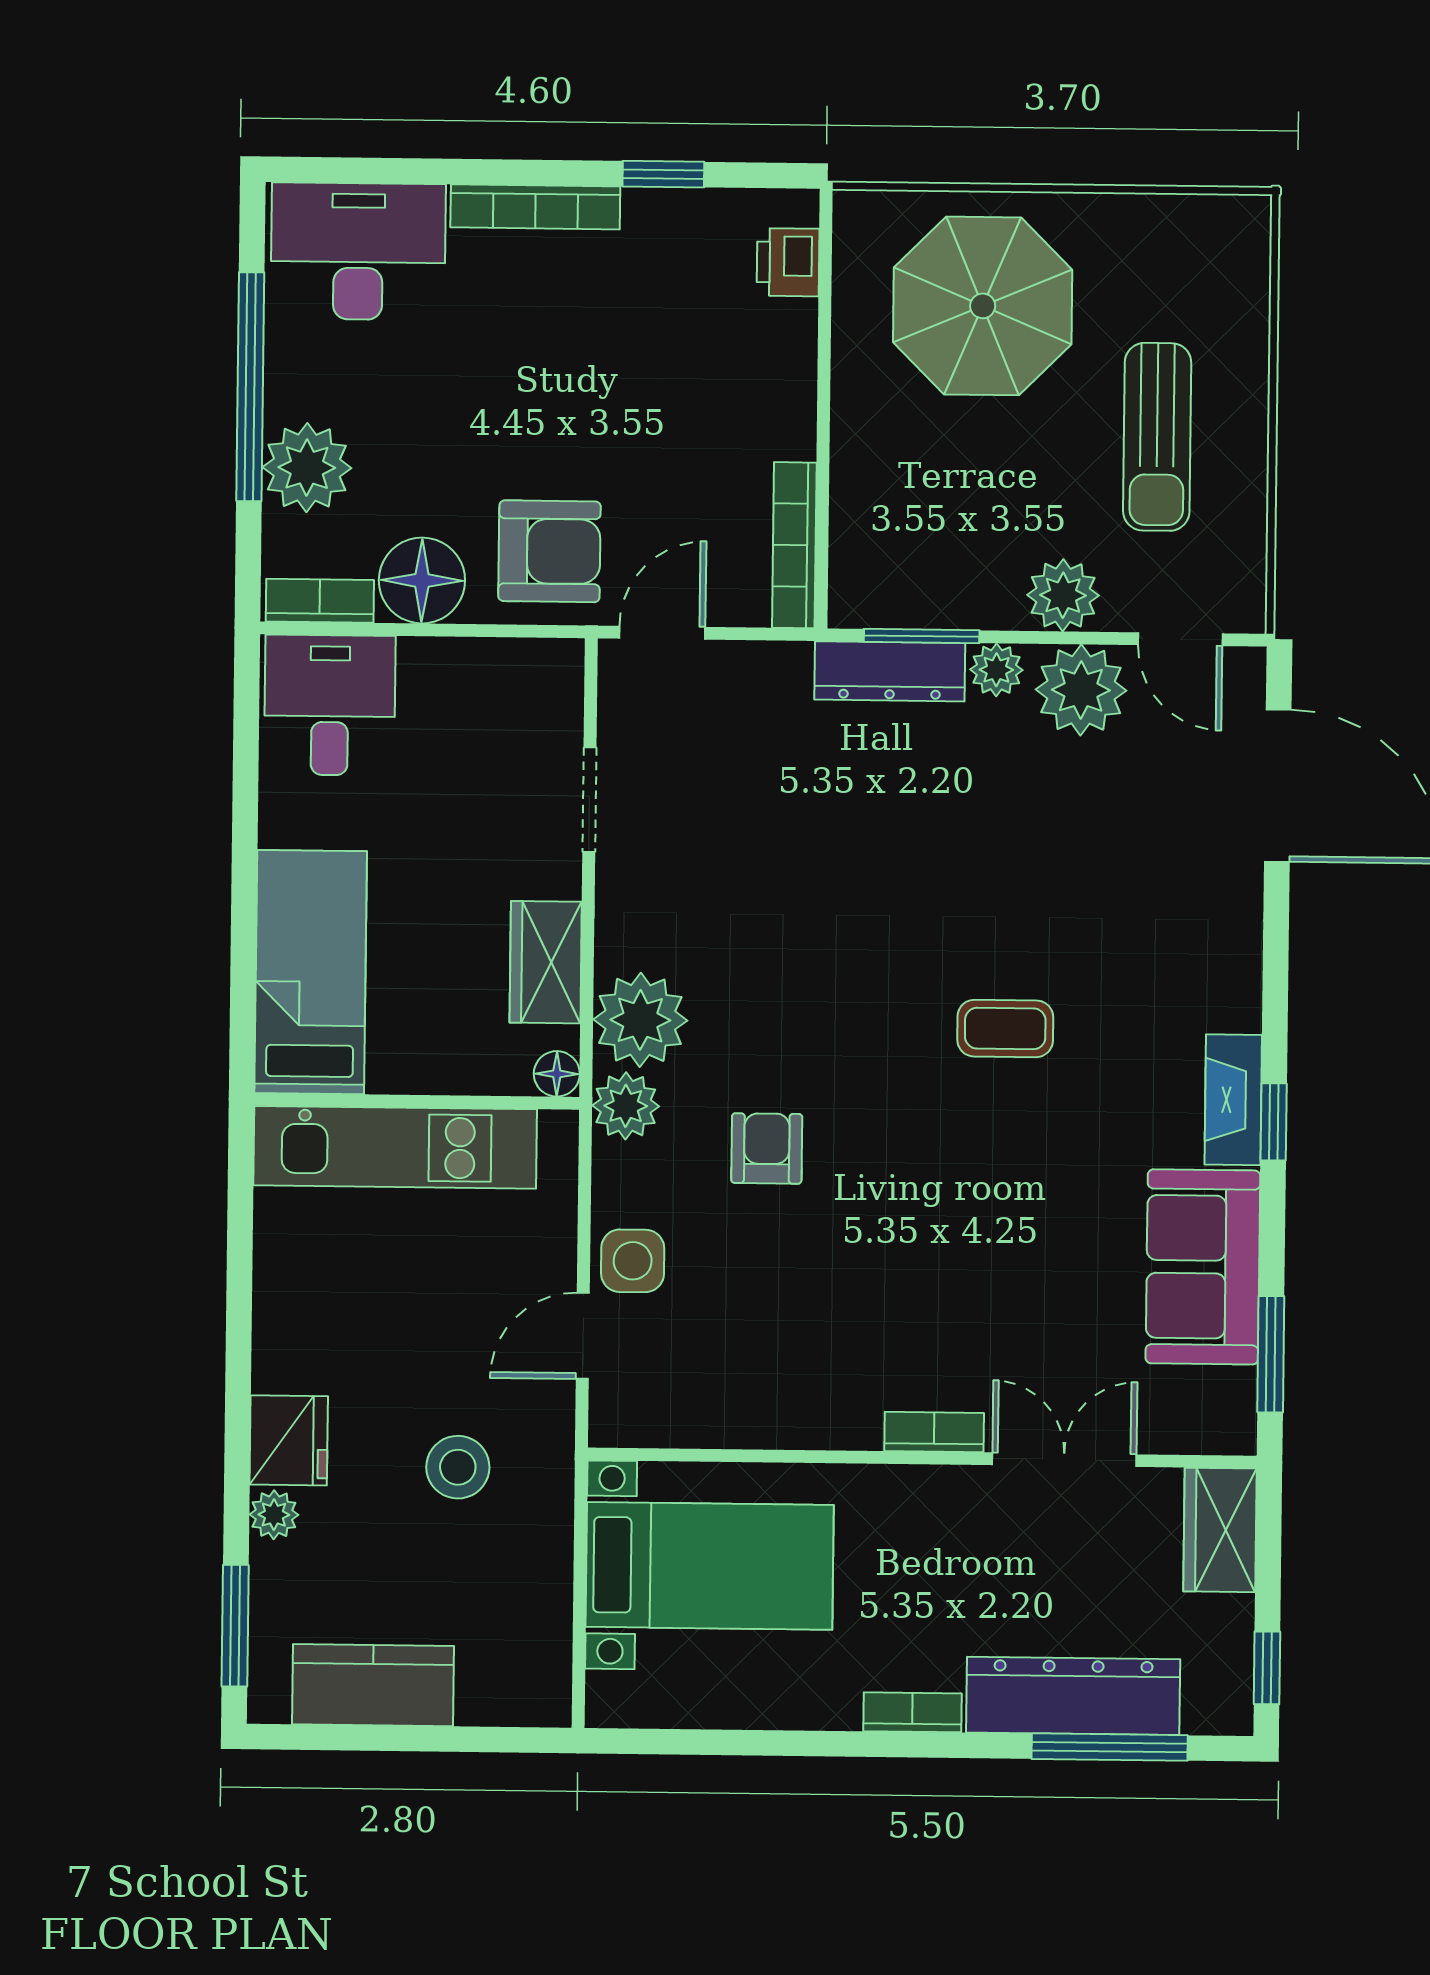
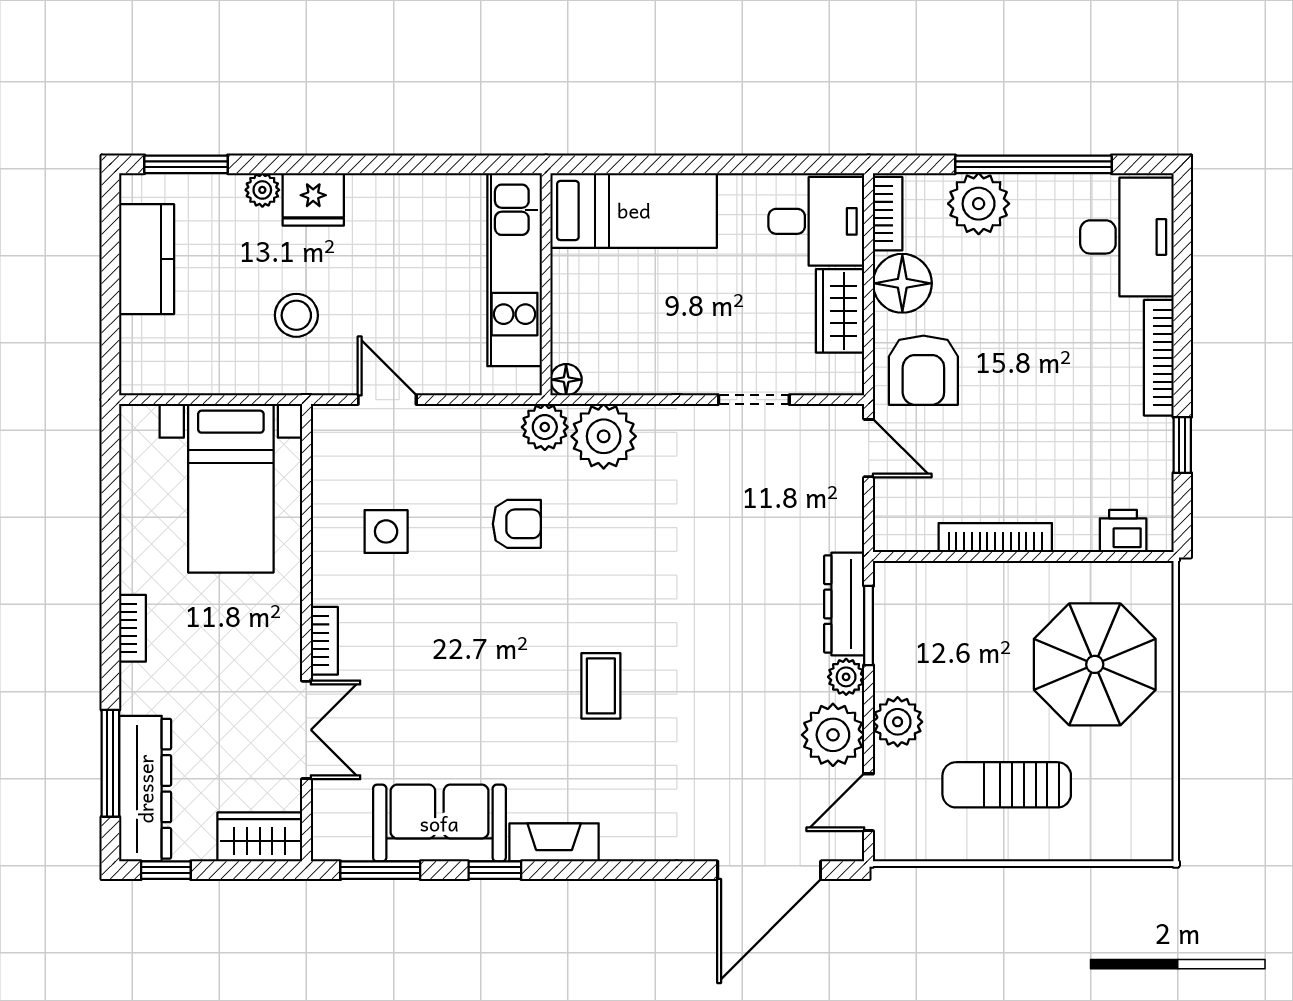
bookcase: (794, 545) -> (995, 538), moved
wardrobe: (546, 962) -> (840, 311), moved, turned -90
window: (1274, 1122) -> (495, 870), moved
side table: (633, 1261) -> (386, 531), moved
dresser: (1073, 1696) -> (145, 789), moved

